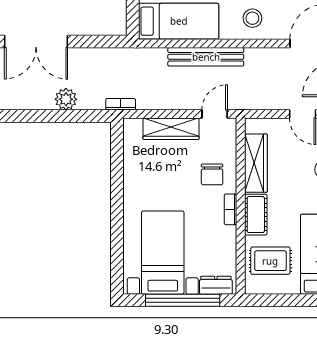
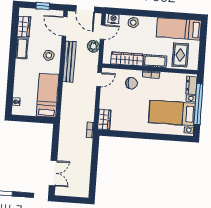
double door: (36, 41) -> (53, 173), width x0.73
bench: (206, 57) -> (69, 62), moved
plant: (66, 99) -> (93, 46), moved
door: (215, 114) -> (99, 80), swing flipped
wardrobe: (171, 129) -> (104, 119), moved, width x0.67

